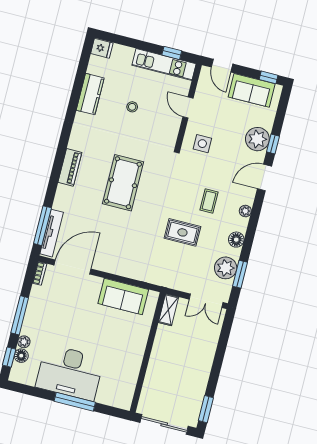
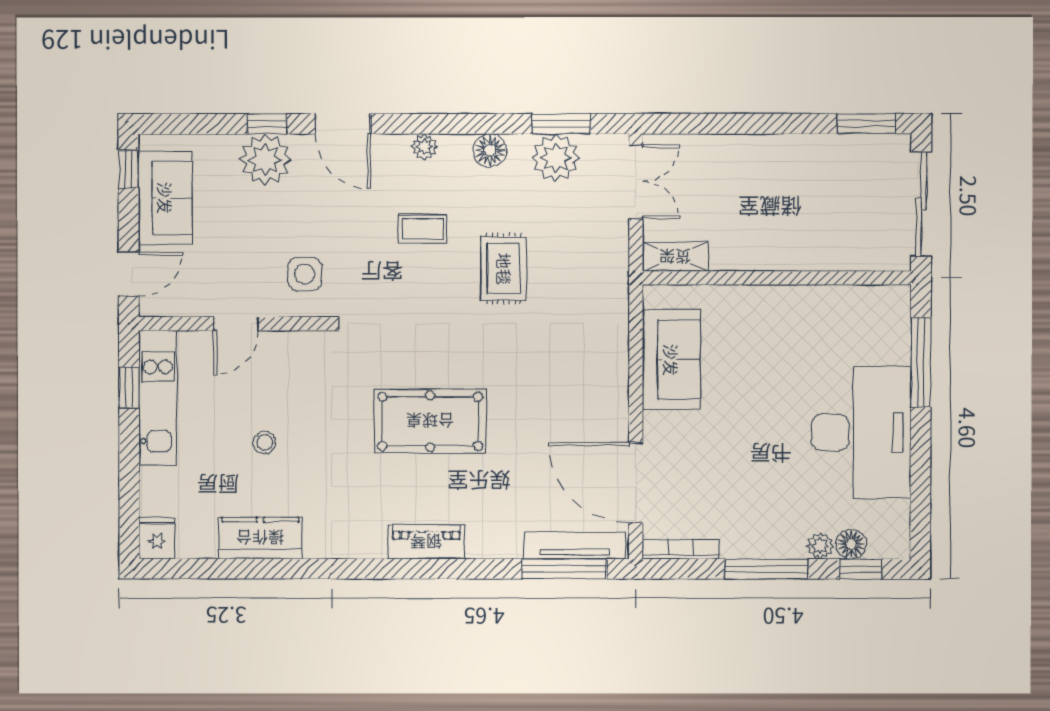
bookcase: (40, 273) -> (681, 549), width x1.56
window: (75, 402) -> (921, 362), moved

